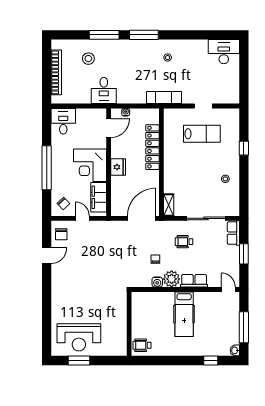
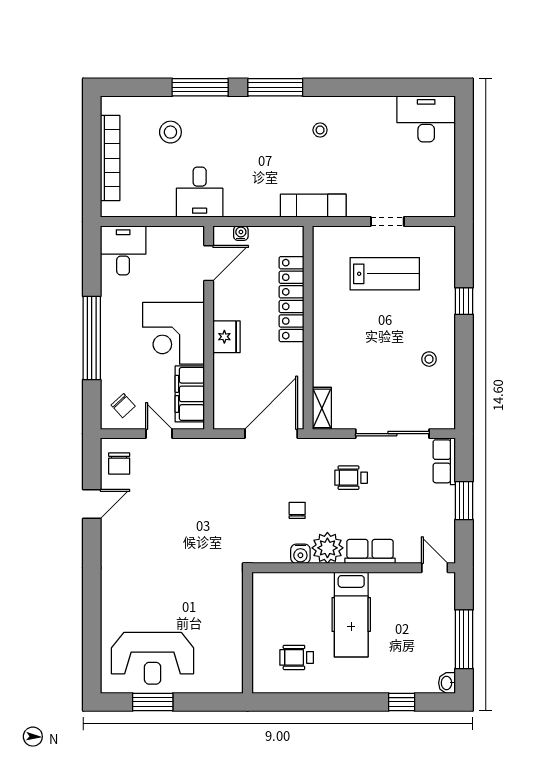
wheelchair: (142, 345) -> (297, 657), moved

